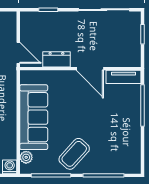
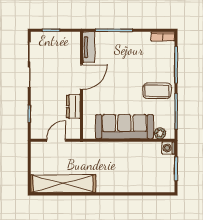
door: (18, 53) -> (56, 140), moved
coffee table: (74, 154) -> (157, 91), turned -42
bookcase: (136, 161) -> (163, 36), added

